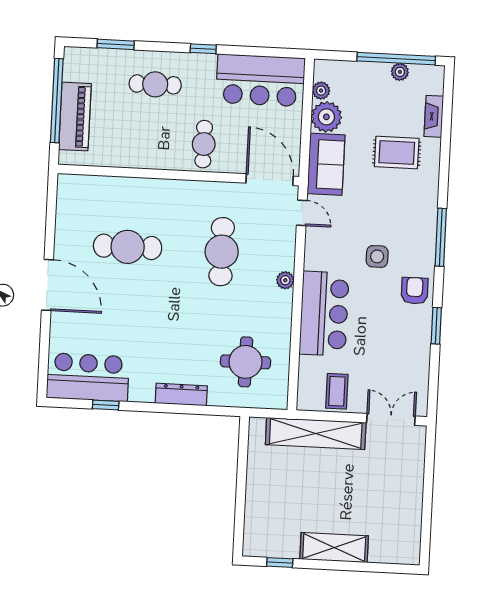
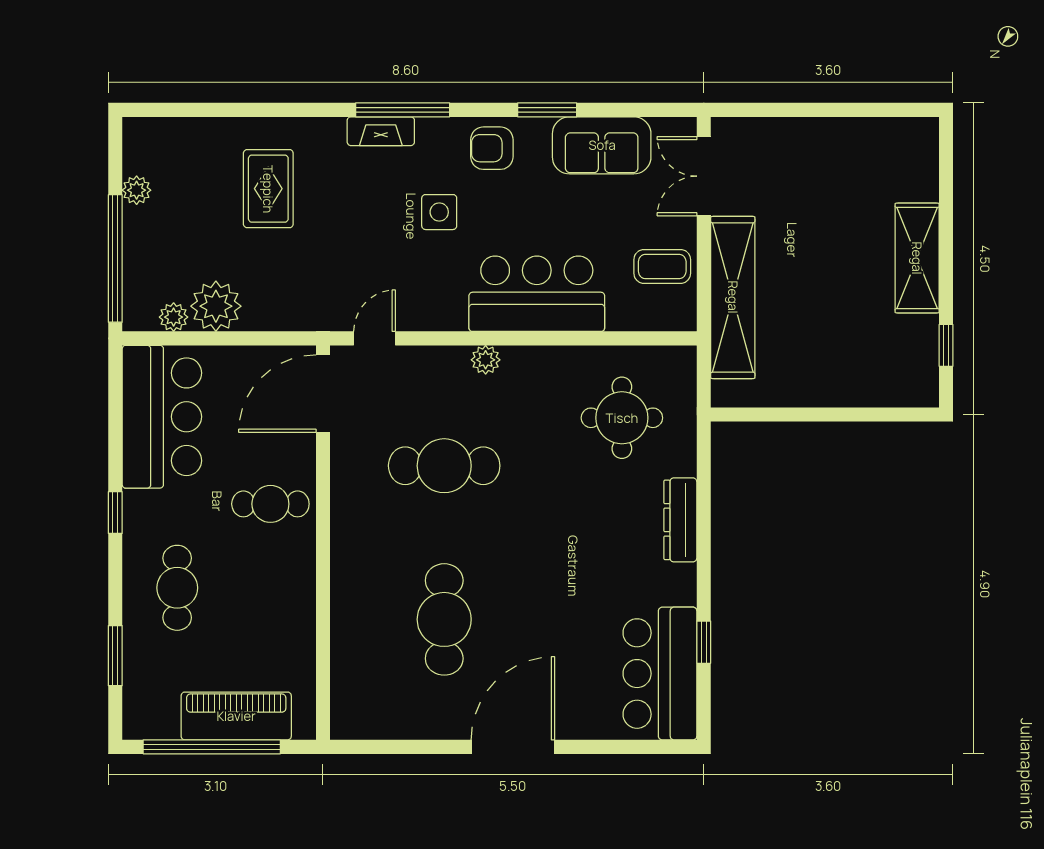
window: (396, 59) -> (115, 258), moved
fireplace: (434, 116) -> (381, 131), moved
sofa: (326, 164) -> (602, 145), moved, turned 180

